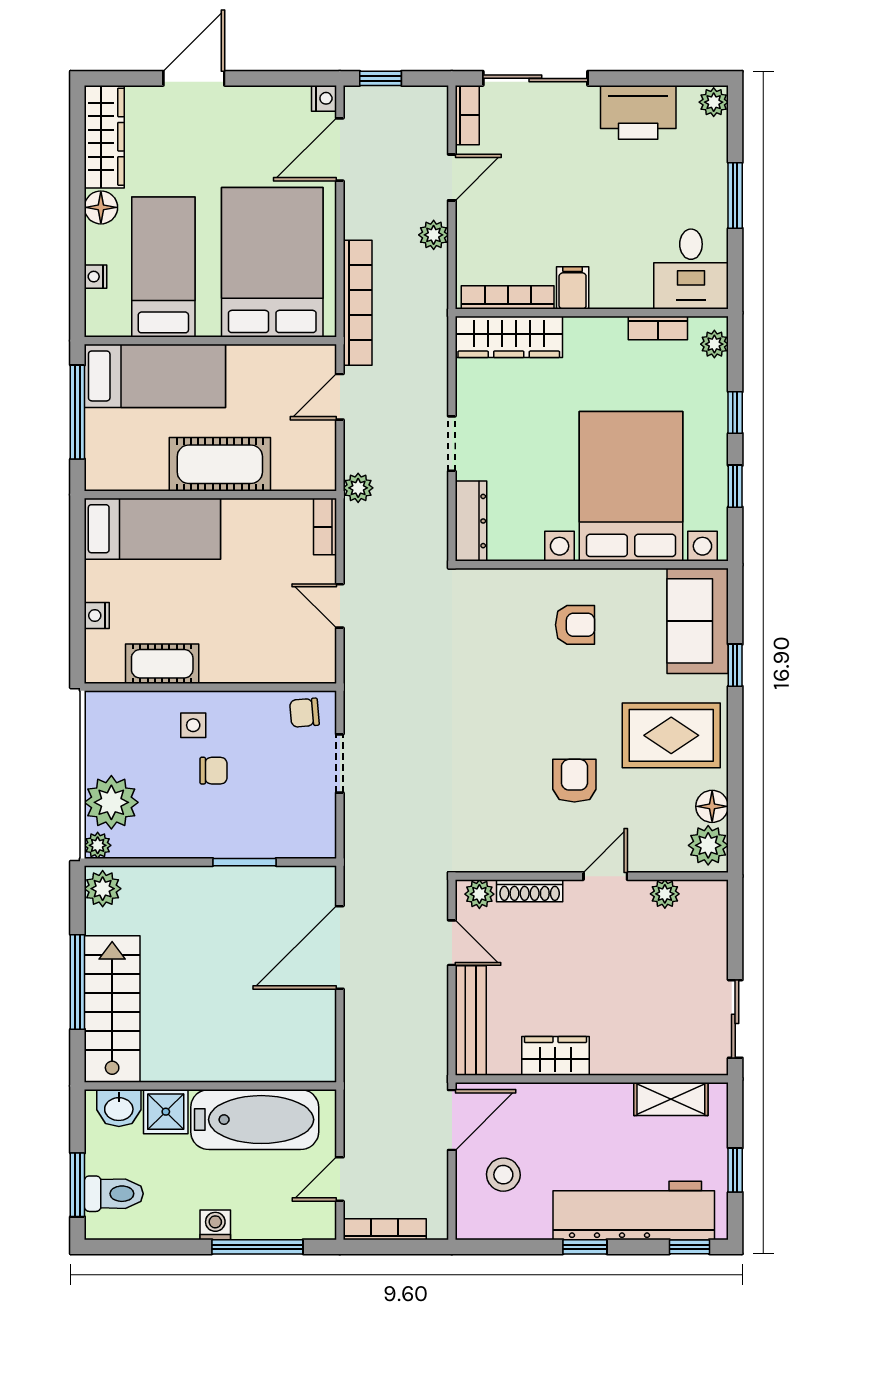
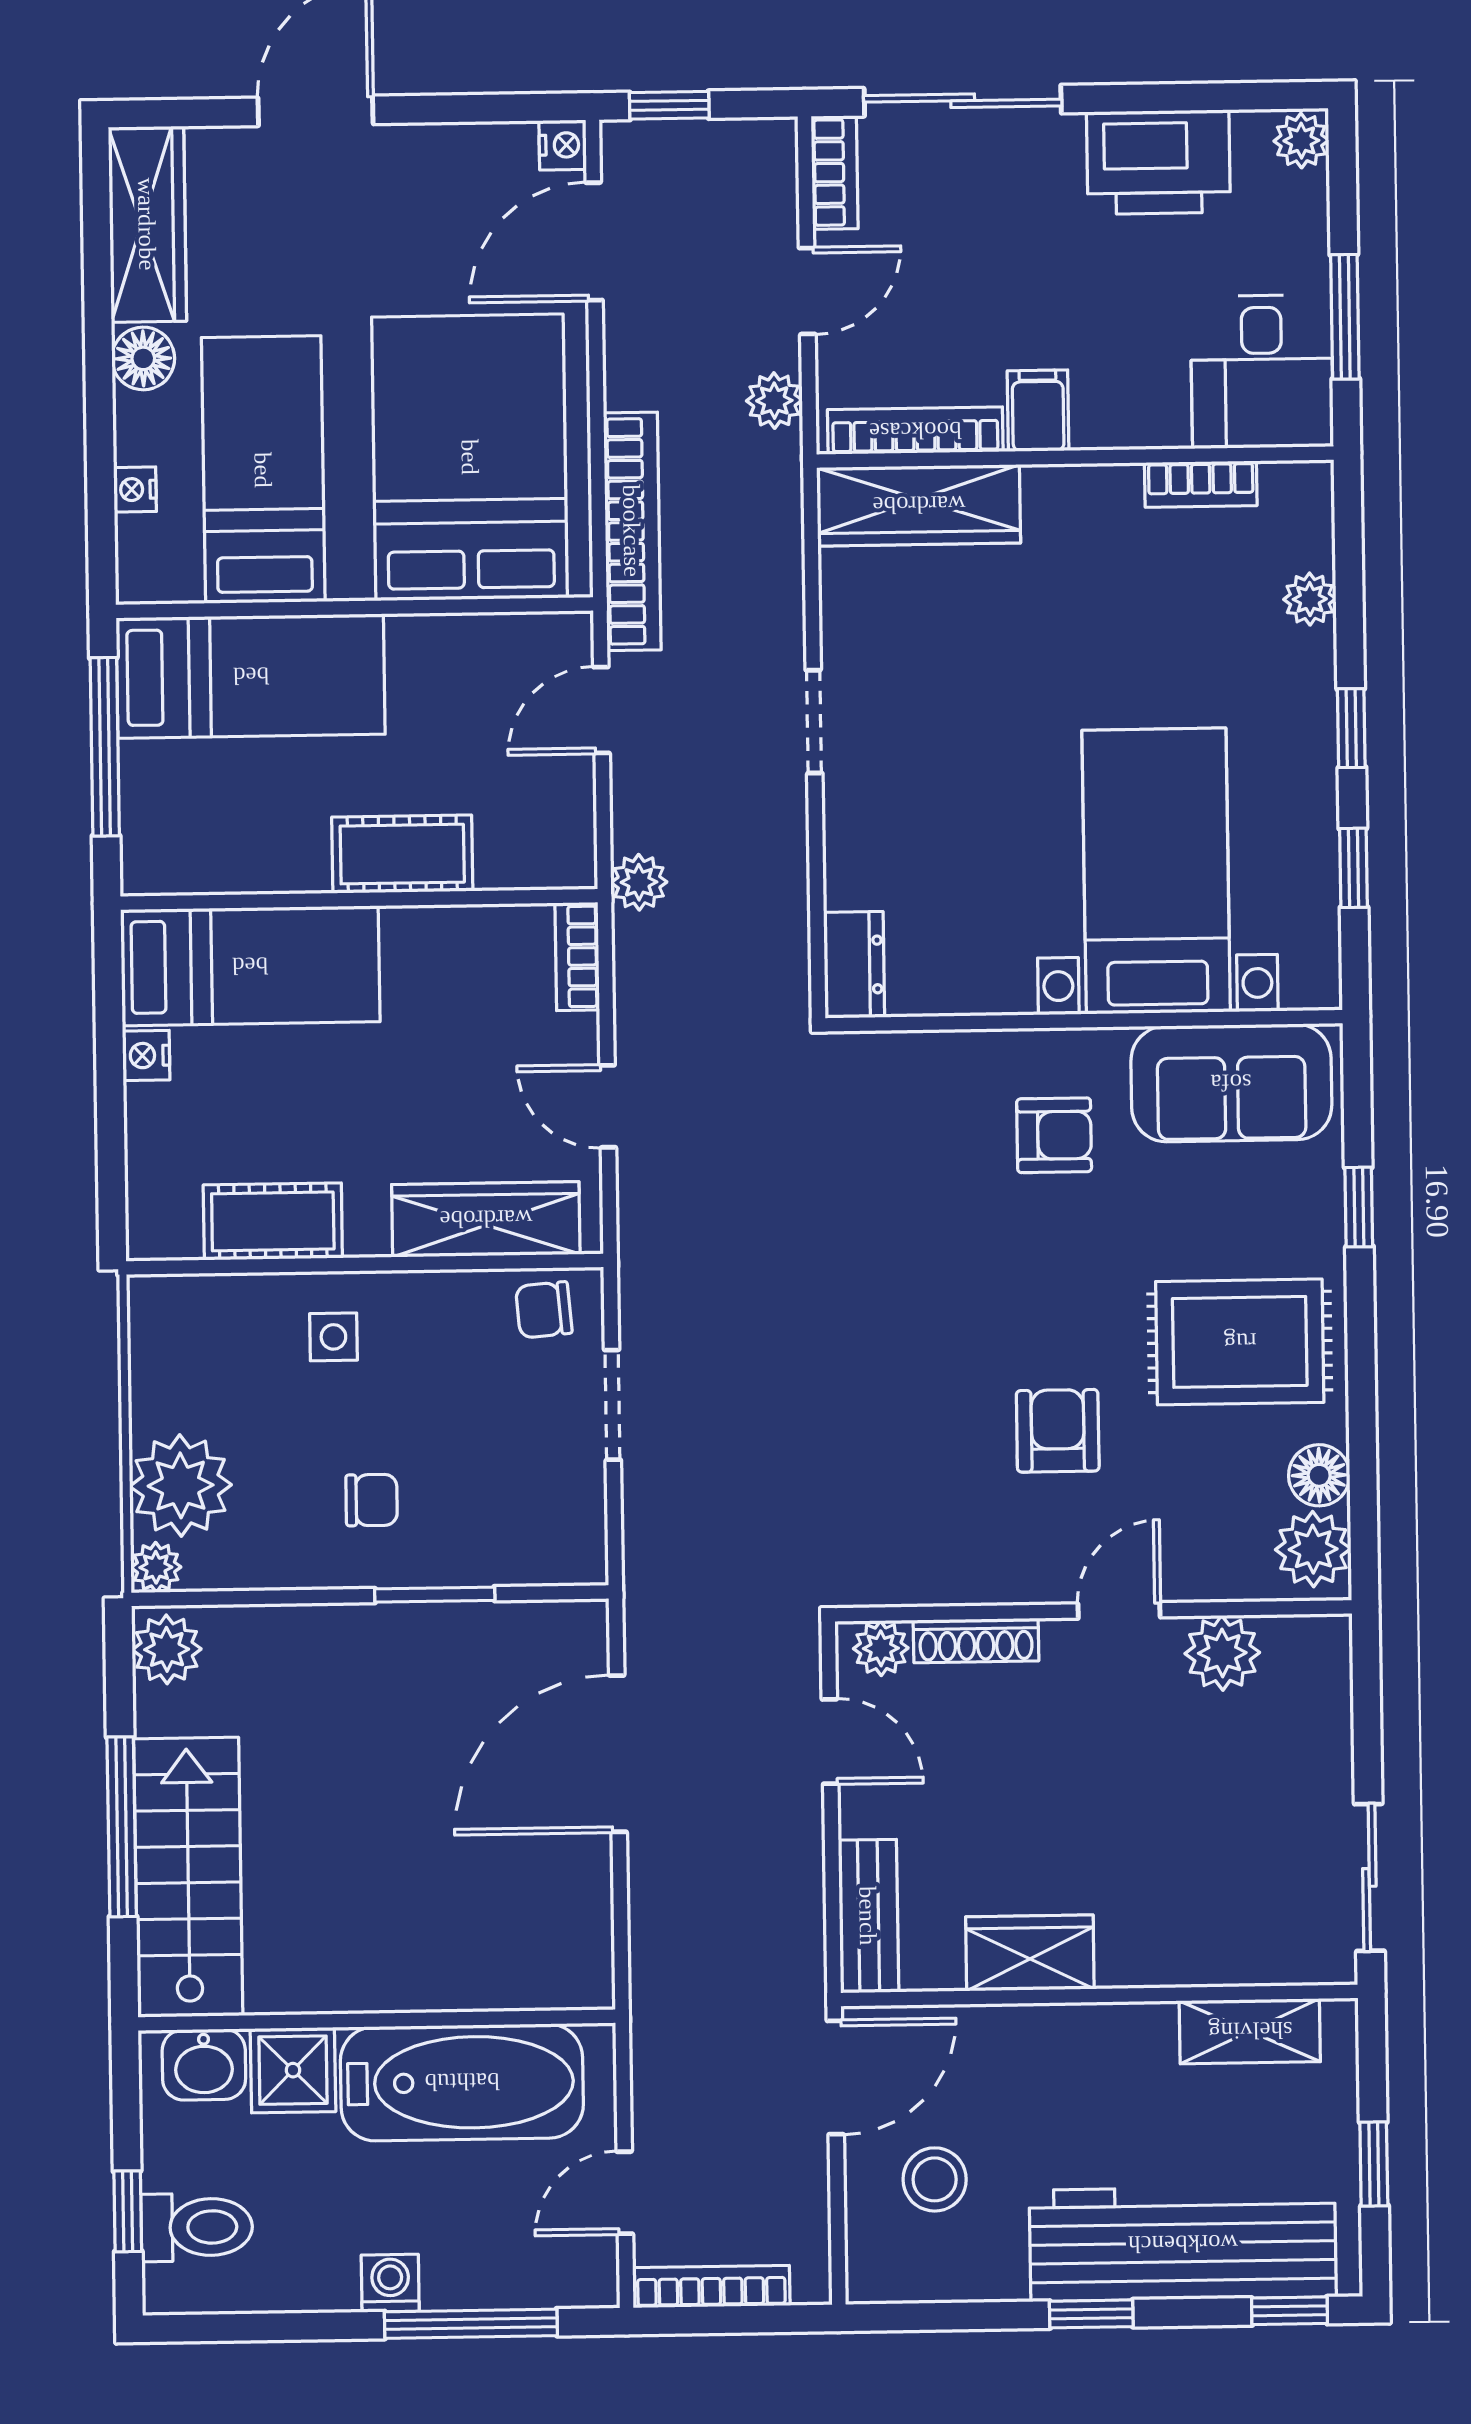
desk: (691, 269) -> (1262, 371), moved
filing cabinet: (573, 288) -> (1038, 411), moved
bookcase: (508, 297) -> (915, 431), moved
wall: (592, 313) -> (1075, 457), moved
bookcase: (658, 328) -> (1201, 484), moved
wardrobe: (509, 337) -> (919, 505), moved
doorway: (452, 444) -> (814, 722), moved
cot: (220, 464) -> (402, 854), width x0.73, depth x0.75
bed with nightstands: (631, 486) -> (1156, 871), width x0.73
dresser: (471, 521) -> (854, 965), width x0.70
nightstand: (97, 616) -> (146, 1055), moved
sofa: (698, 621) -> (1231, 1083), moved, turned -90
wardrobe: (275, 664) -> (486, 1219), added
chair: (214, 771) -> (372, 1500), moved
plant: (665, 894) -> (1222, 1653), width x1.38, depth x1.38
bench: (471, 1021) -> (868, 1916), width x0.73
window: (77, 1185) -> (128, 2211), width x0.67

